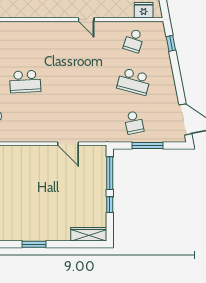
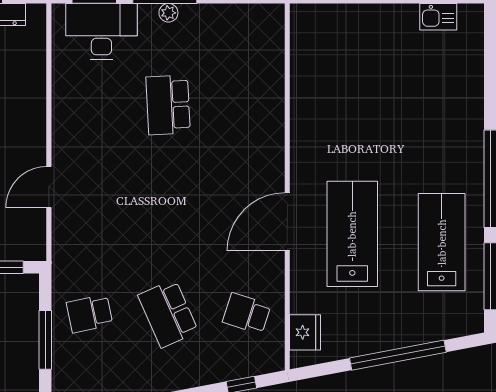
door: (86, 19) -> (287, 222), width x1.88
school desk: (134, 82) -> (168, 313), turned -39

